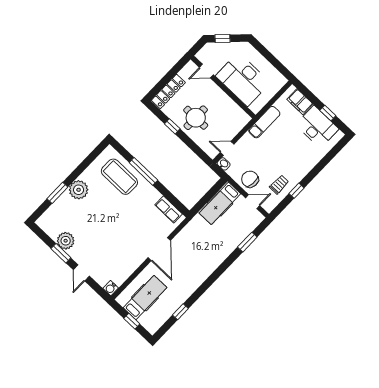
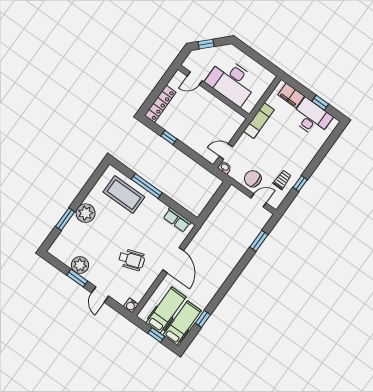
round table: (196, 118) -> (191, 126), removed
hospital bed: (220, 203) -> (182, 323), moved, turned 180
wheelchair: (118, 243) -> (132, 260), added

